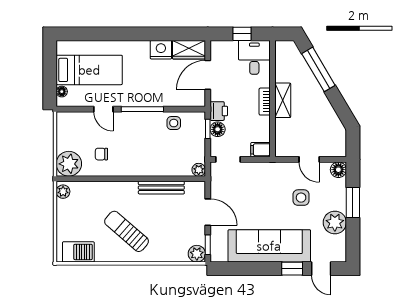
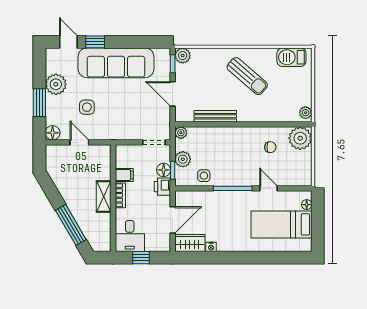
nightstand: (161, 50) -> (211, 247), width x0.53, depth x0.56
plant: (197, 141) -> (183, 159), added
filing cabinet: (260, 150) -> (124, 175), moved

